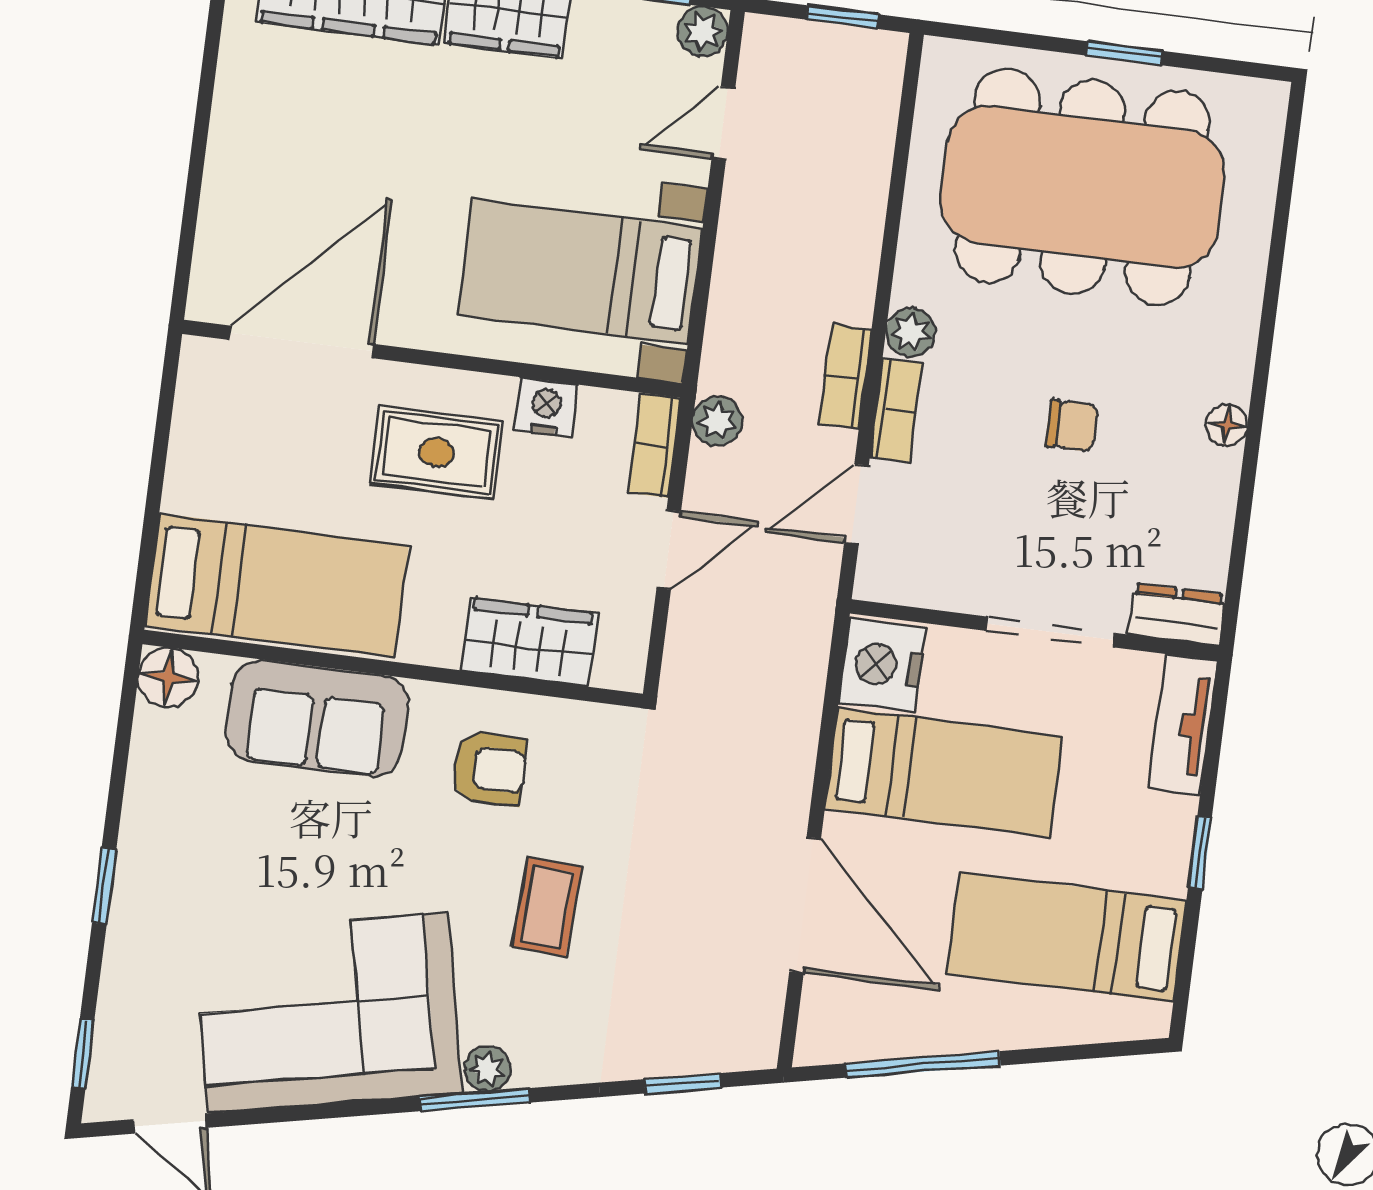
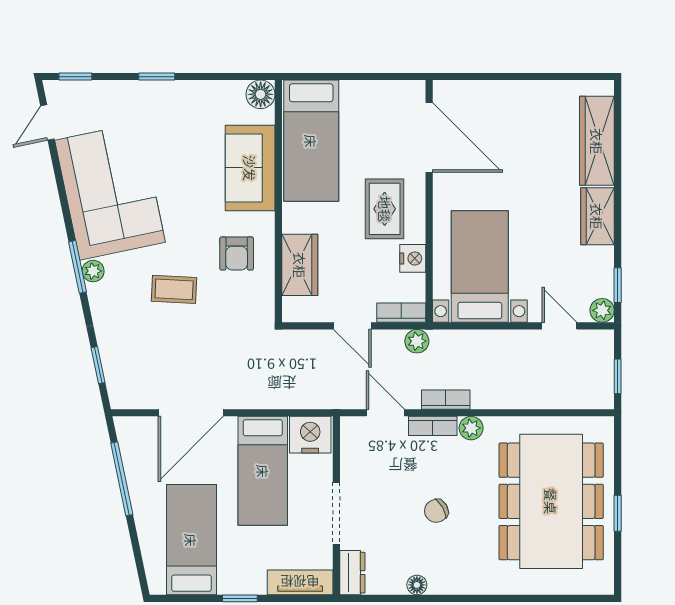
floor lamp: (1227, 425) -> (417, 585), moved
chair: (1072, 426) -> (436, 511), turned 60

